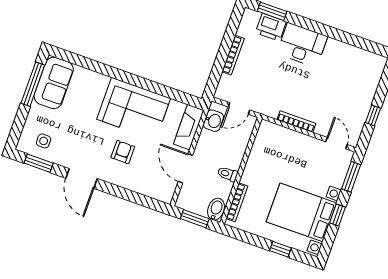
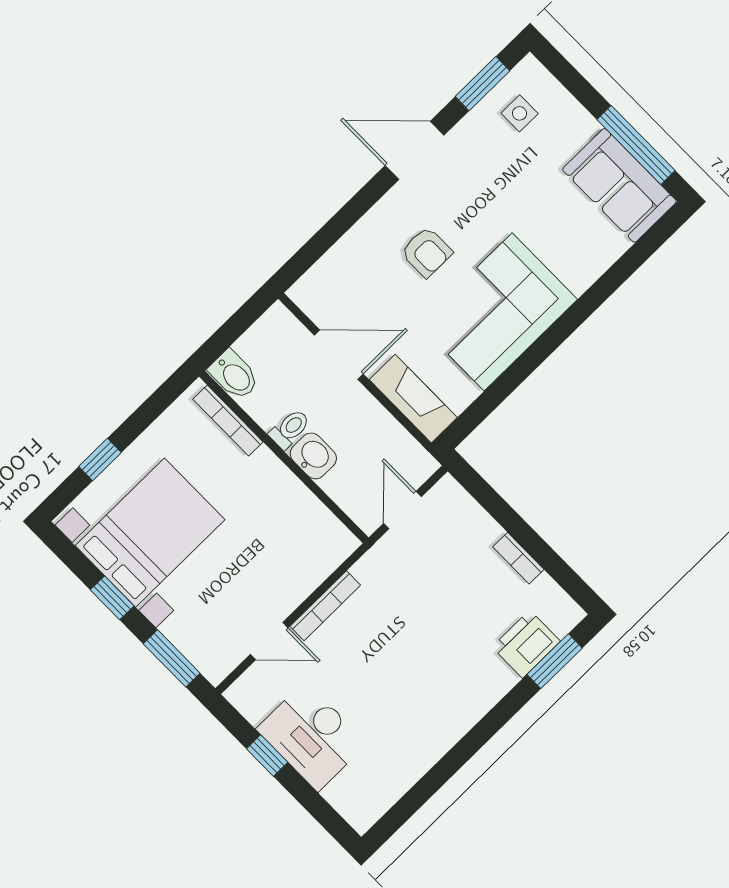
desk: (302, 45) -> (312, 736), moved, turned 90
bookcase: (233, 55) -> (518, 558), width x0.64
washbasin: (213, 121) -> (313, 456), moved, turned 180
door: (336, 143) -> (269, 641), moved
window: (195, 219) -> (236, 326), removed

